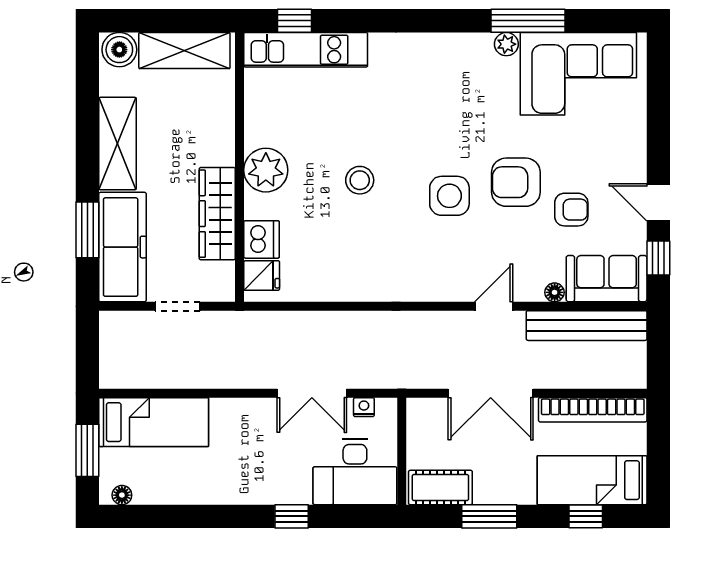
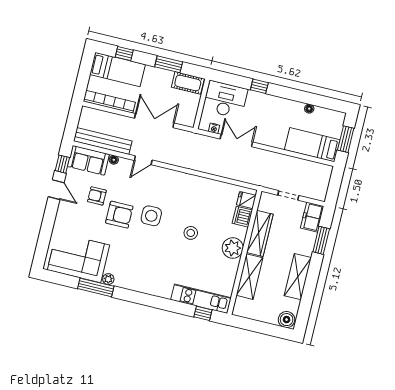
shelving: (184, 51) -> (250, 277), moved, turned 90
freezer: (122, 247) -> (312, 217), width x0.52, depth x0.79
floor lamp: (122, 495) -> (309, 109), moved

